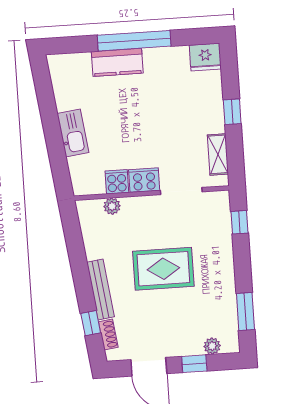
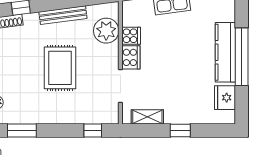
fridge: (205, 57) -> (225, 98), moved
kitchen counter: (117, 62) -> (225, 52), width x1.50
plant: (112, 206) -> (106, 31), width x1.88, depth x1.88
bench: (101, 289) -> (63, 15), moved

